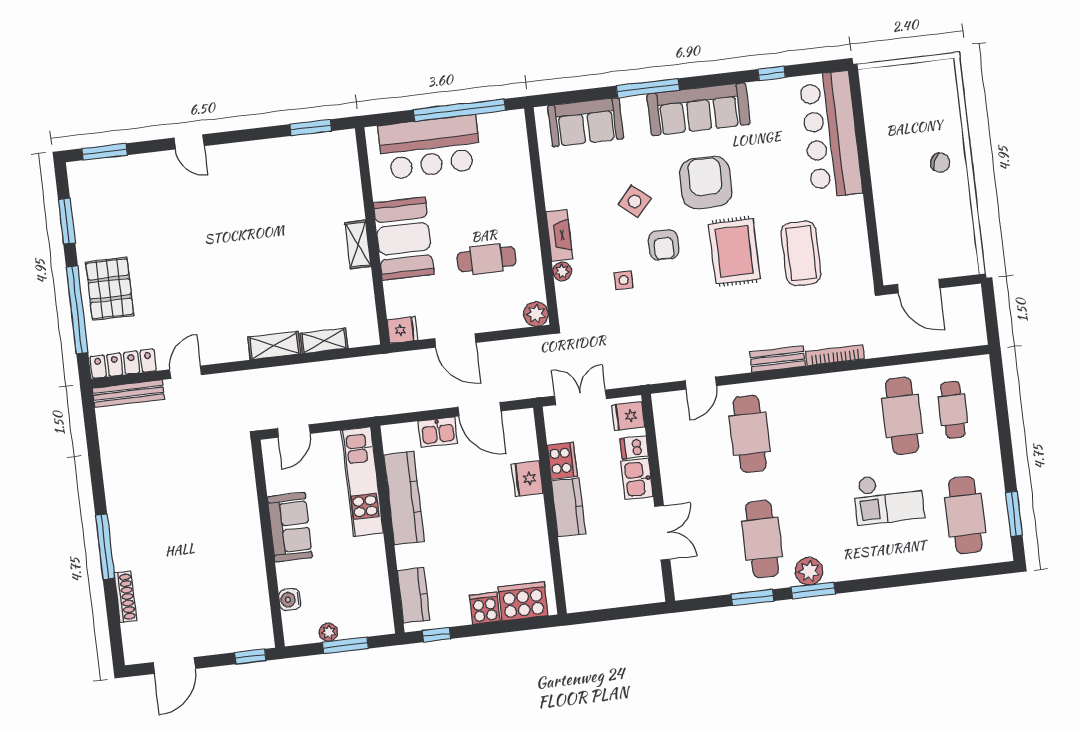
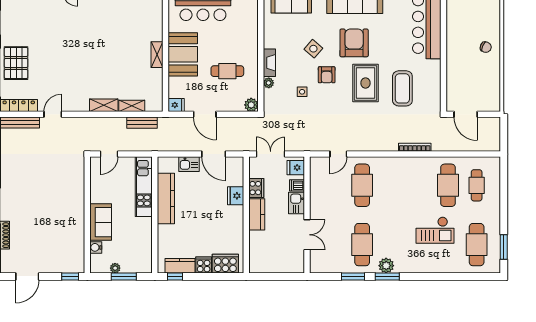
bench: (778, 359) -> (142, 123), moved
sofa: (290, 527) -> (101, 222), moved
kitchen counter: (414, 595) -> (180, 266), moved, turned -90

